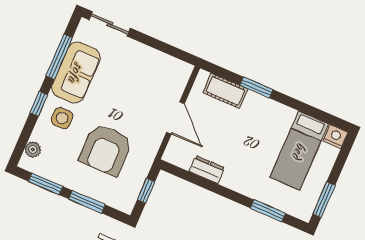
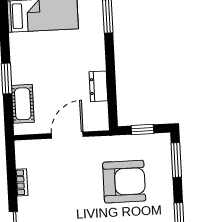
bookcase: (152, 54) -> (22, 182), added
window: (87, 202) -> (176, 160), moved

